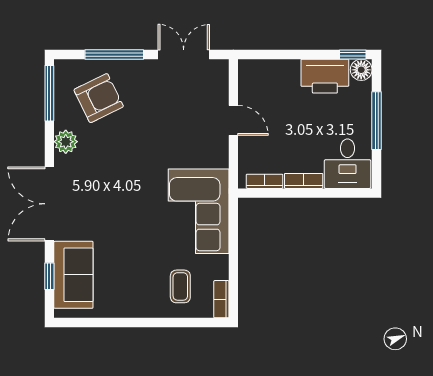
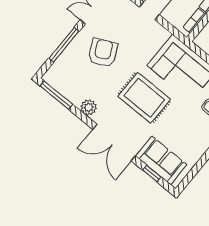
armchair: (99, 98) -> (103, 53), moved
rug: (129, 196) -> (144, 98), added

